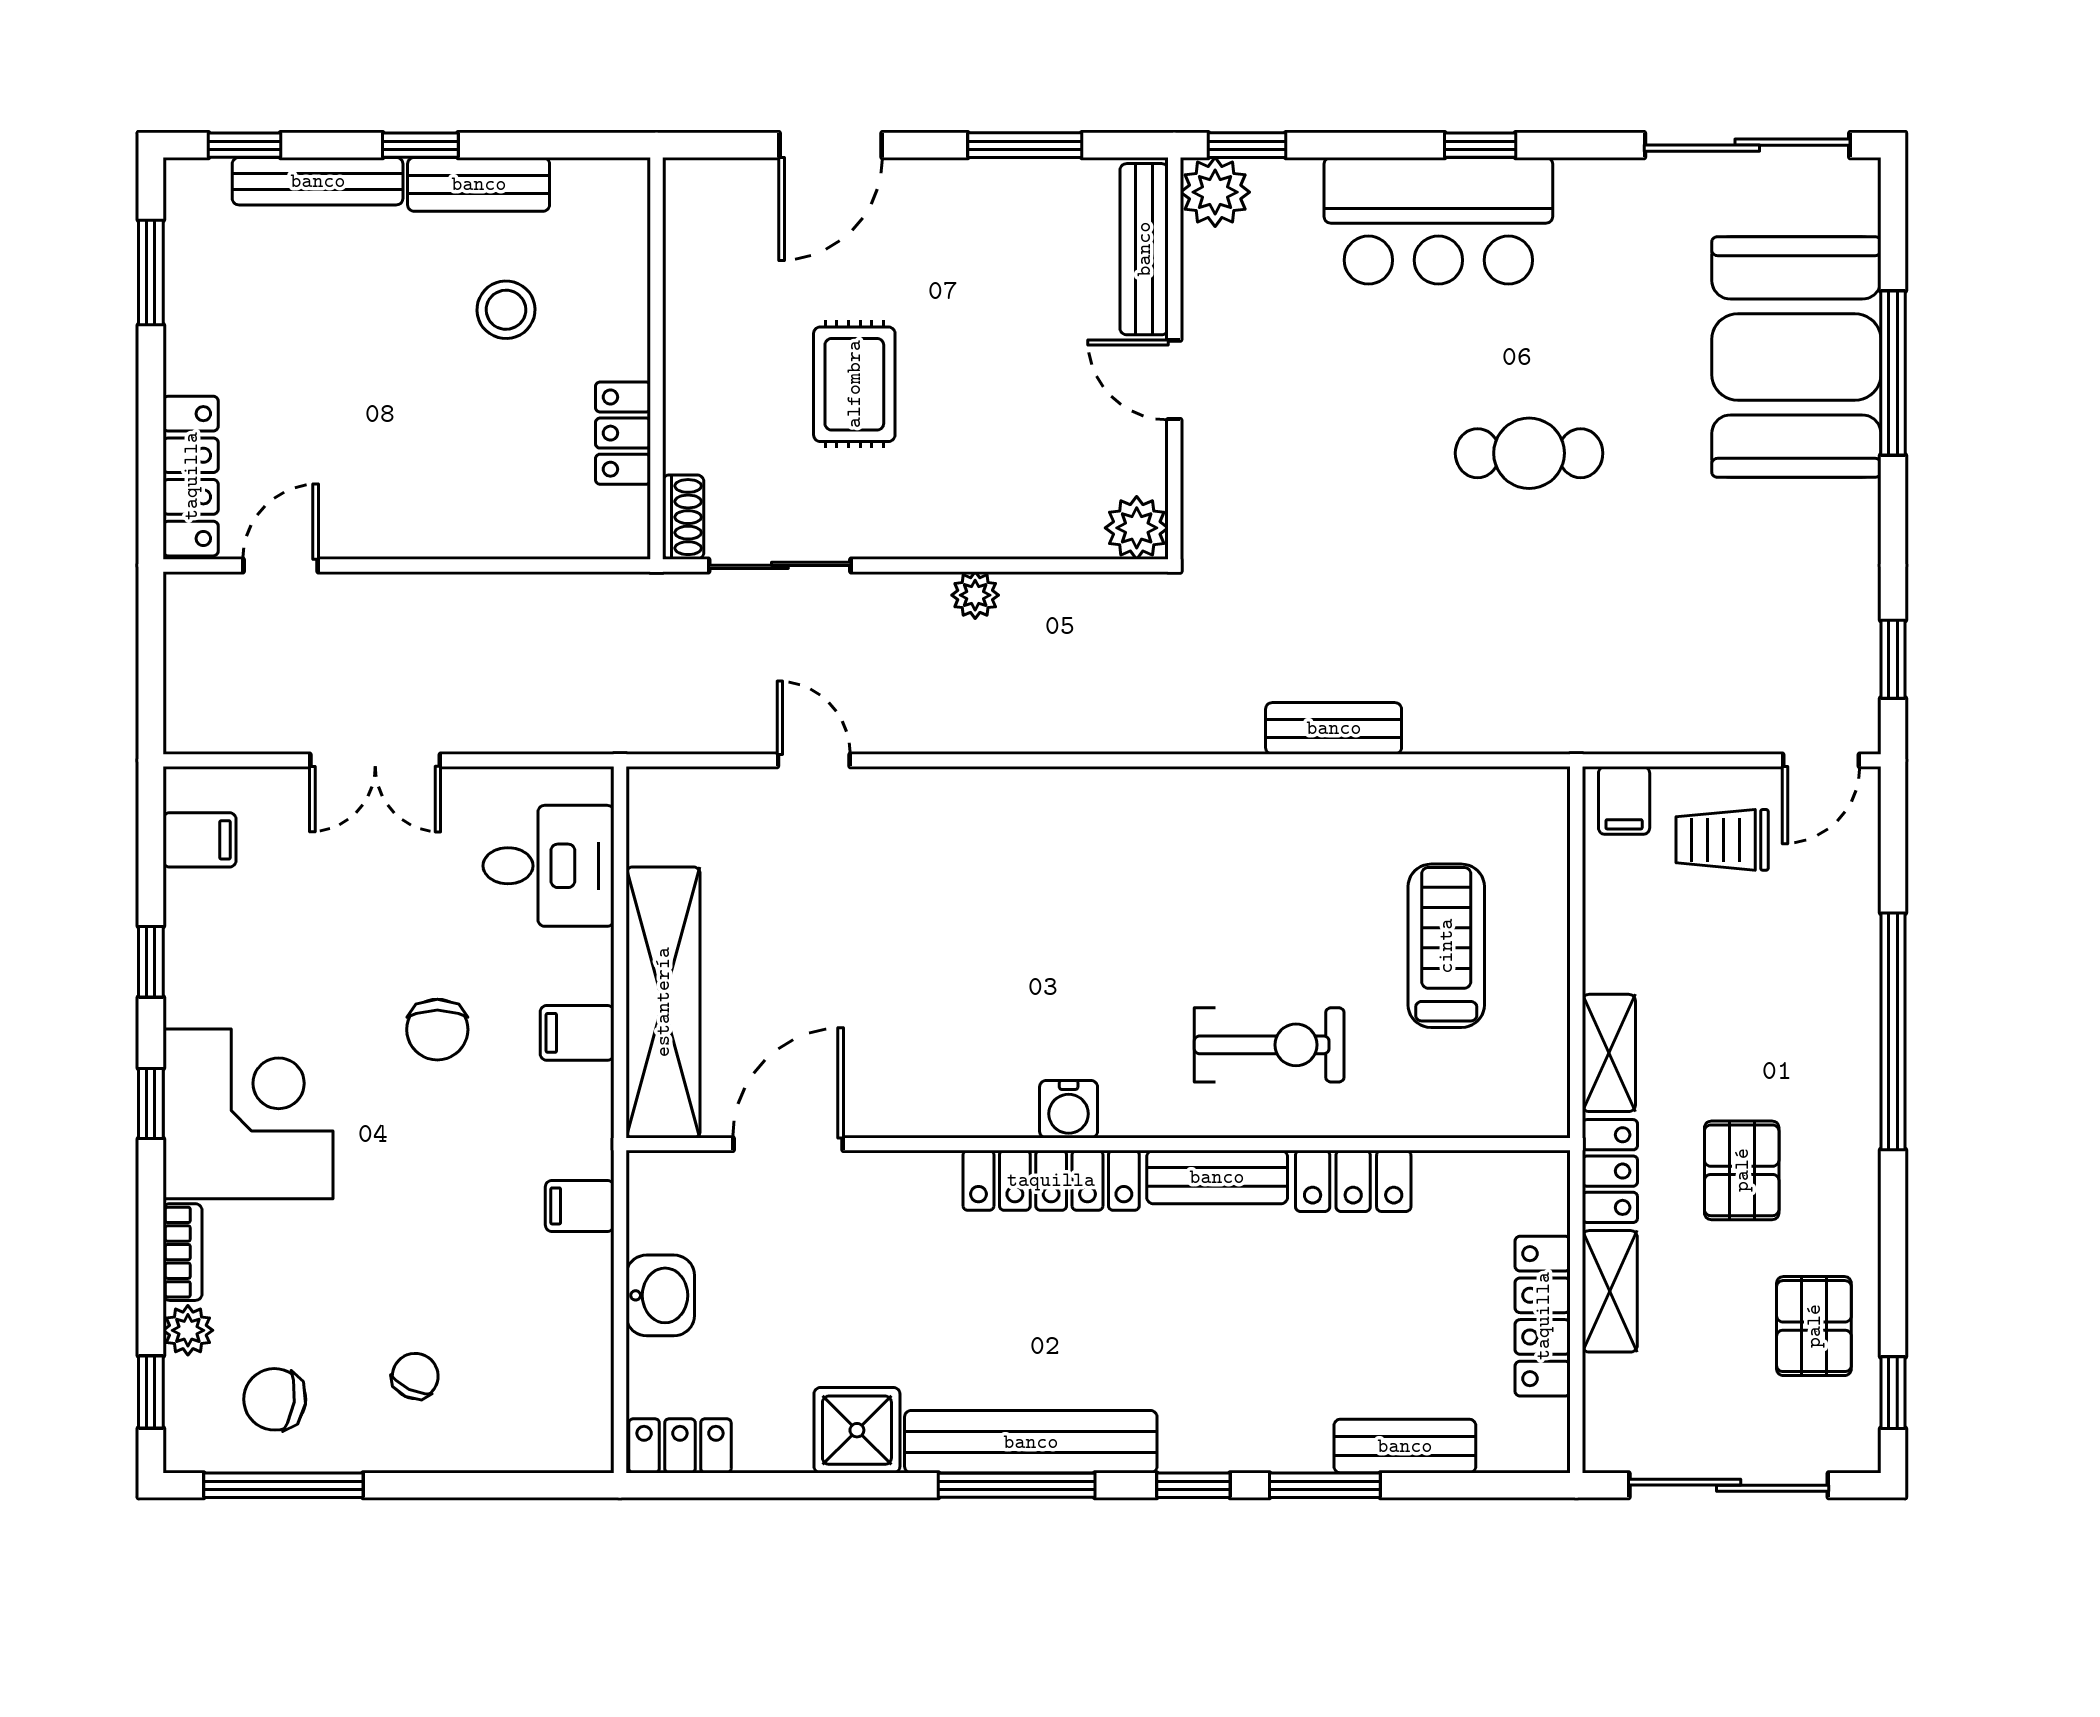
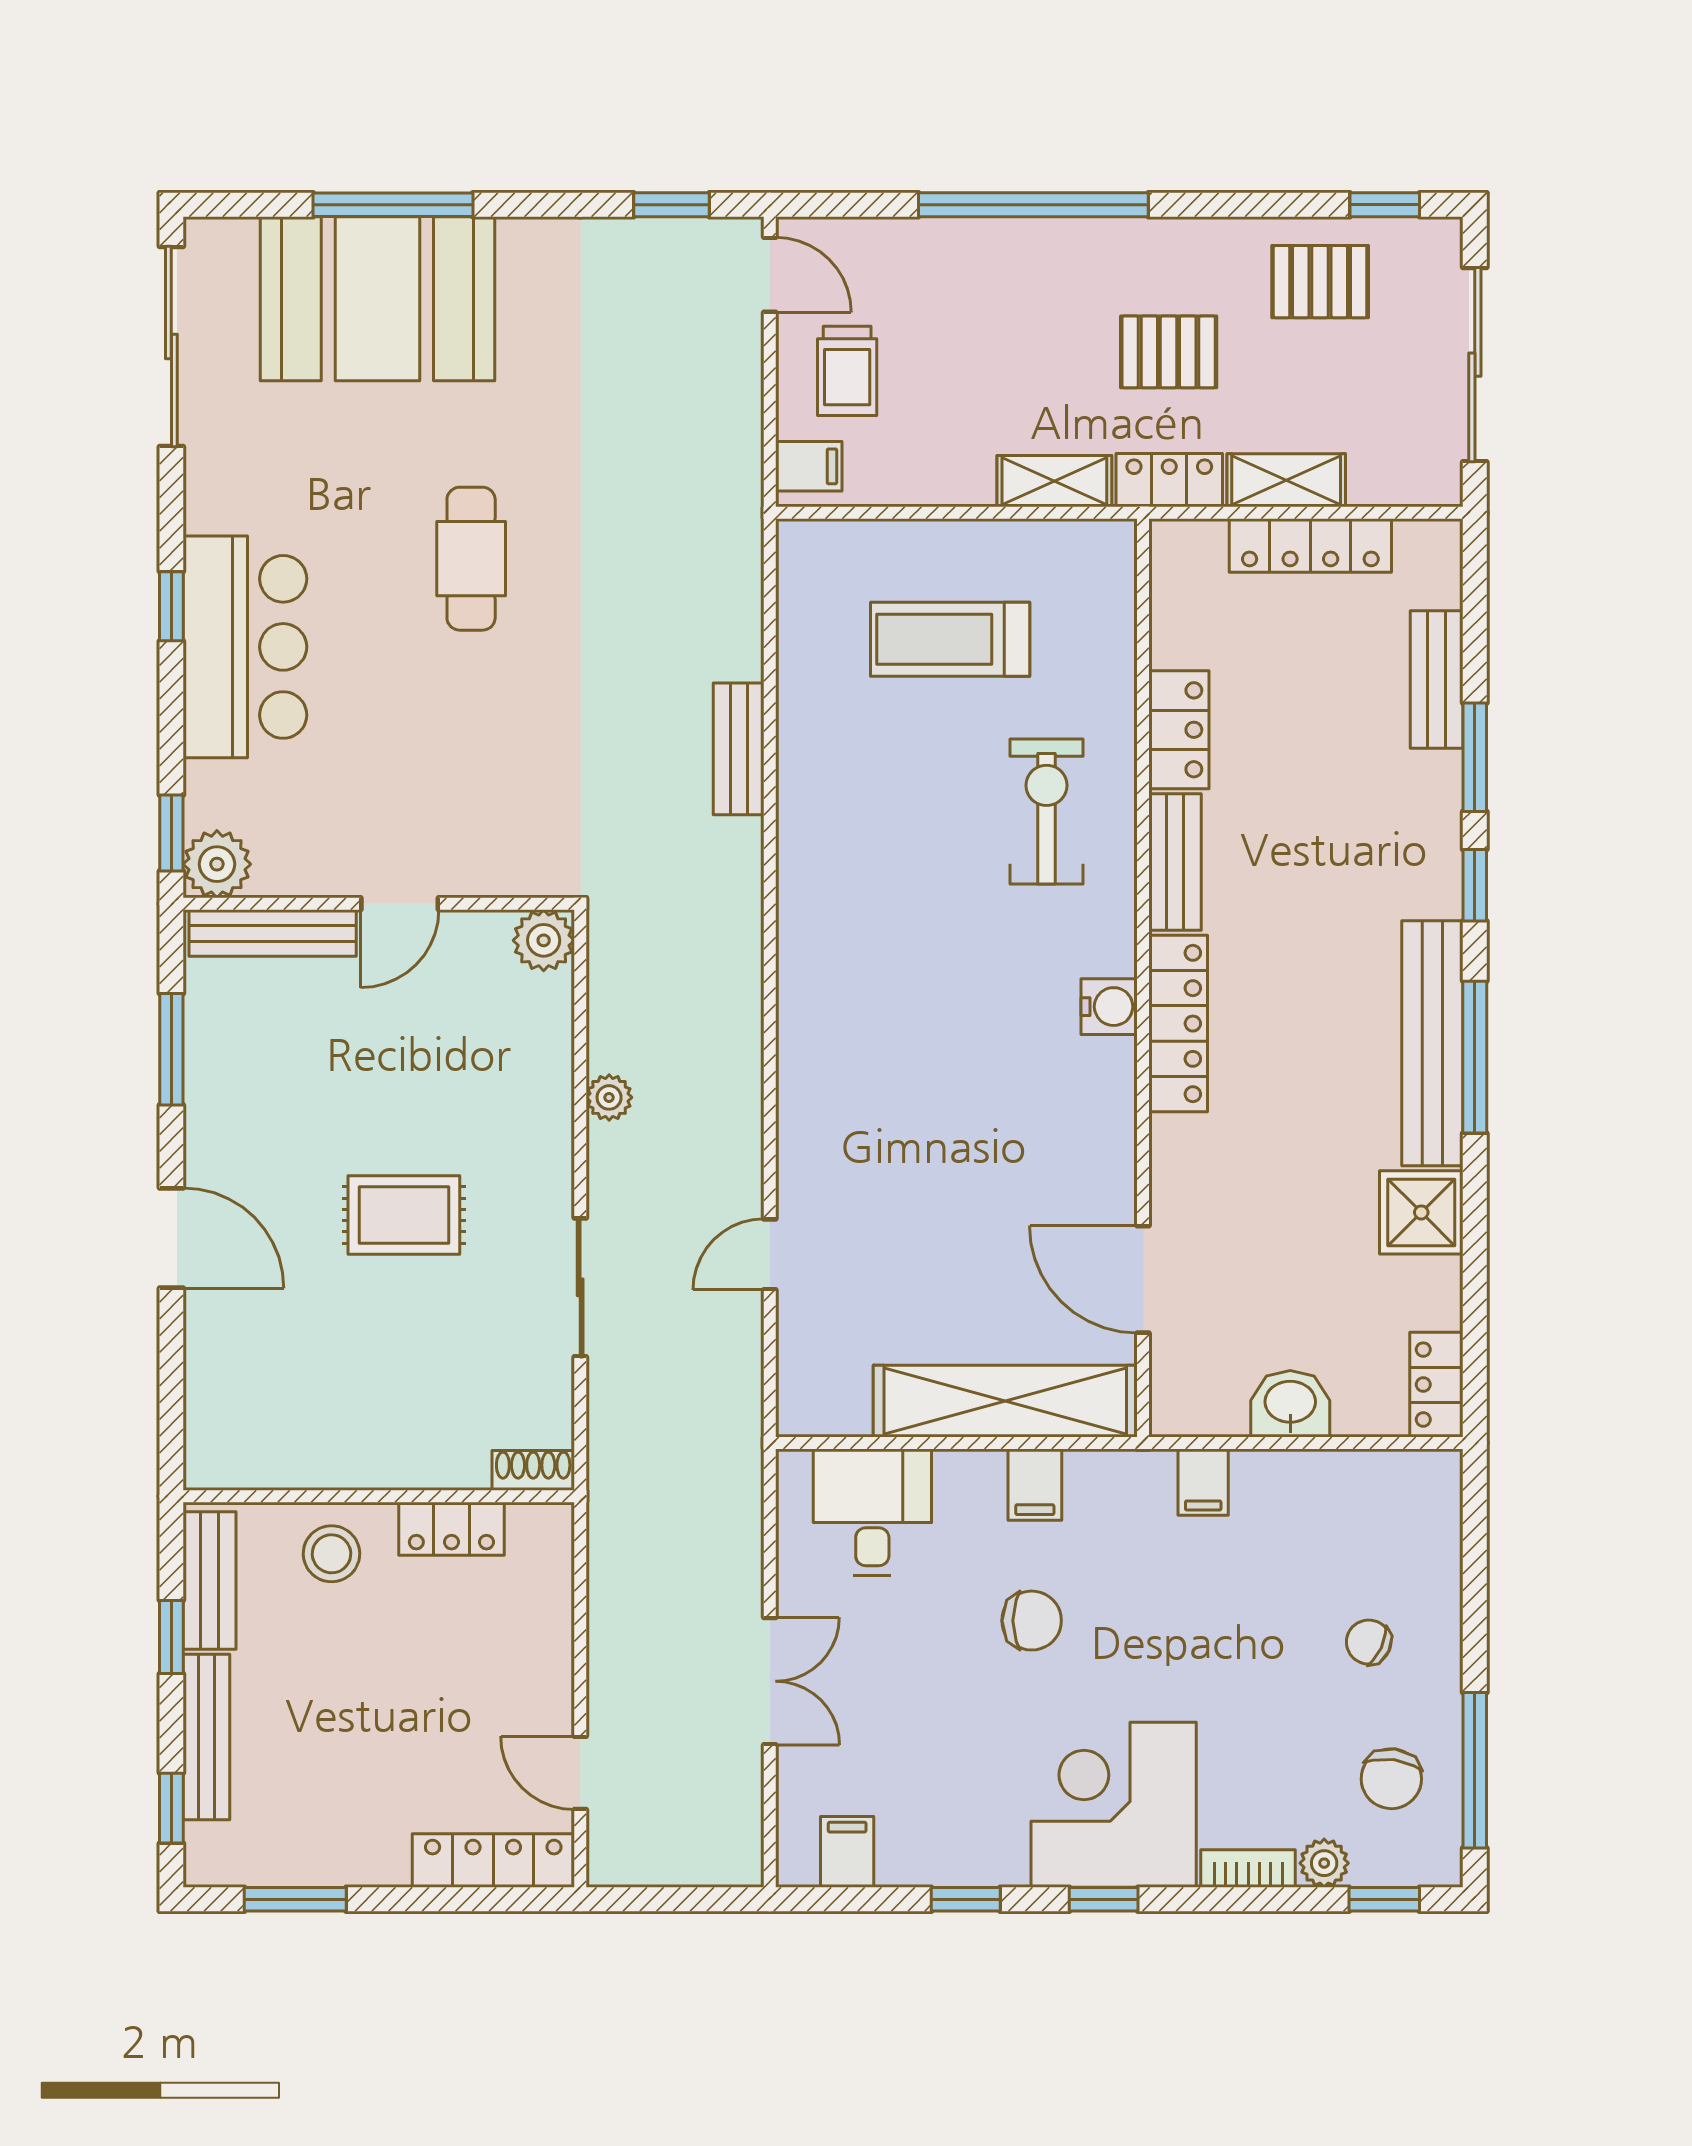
wall: (656, 358) -> (379, 1496), moved
locker: (623, 433) -> (451, 1529), moved
shoe rack: (683, 517) -> (533, 1470), moved

